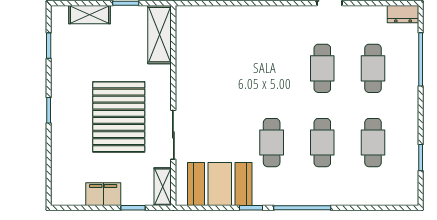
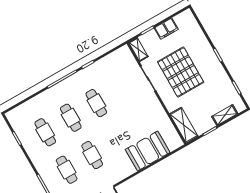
booth: (220, 184) -> (148, 151), moved

